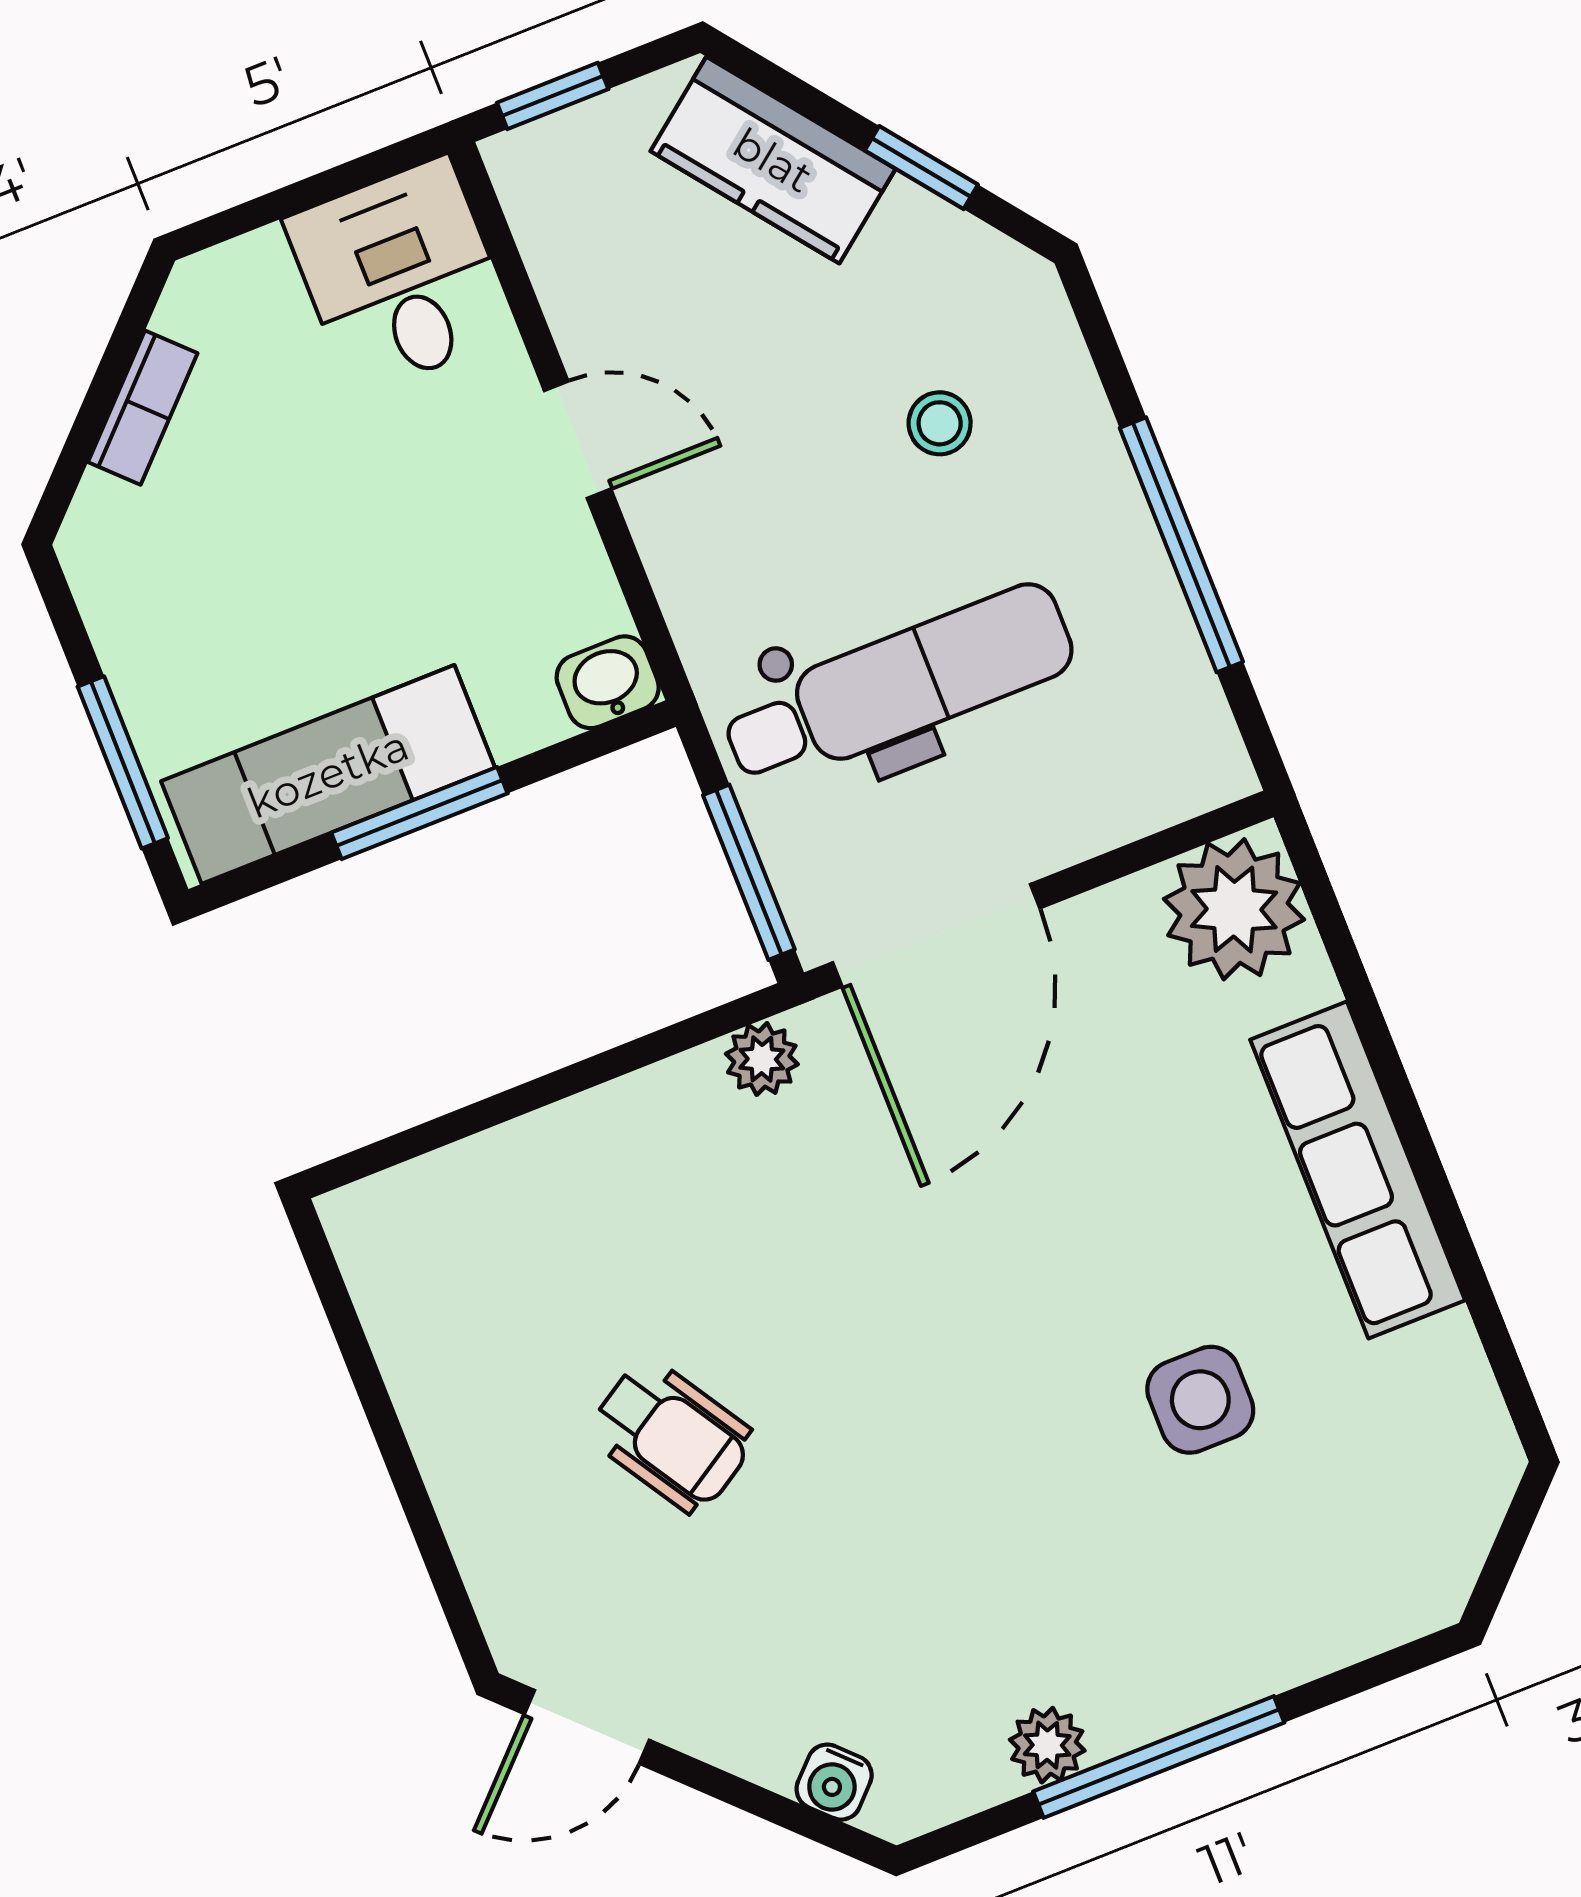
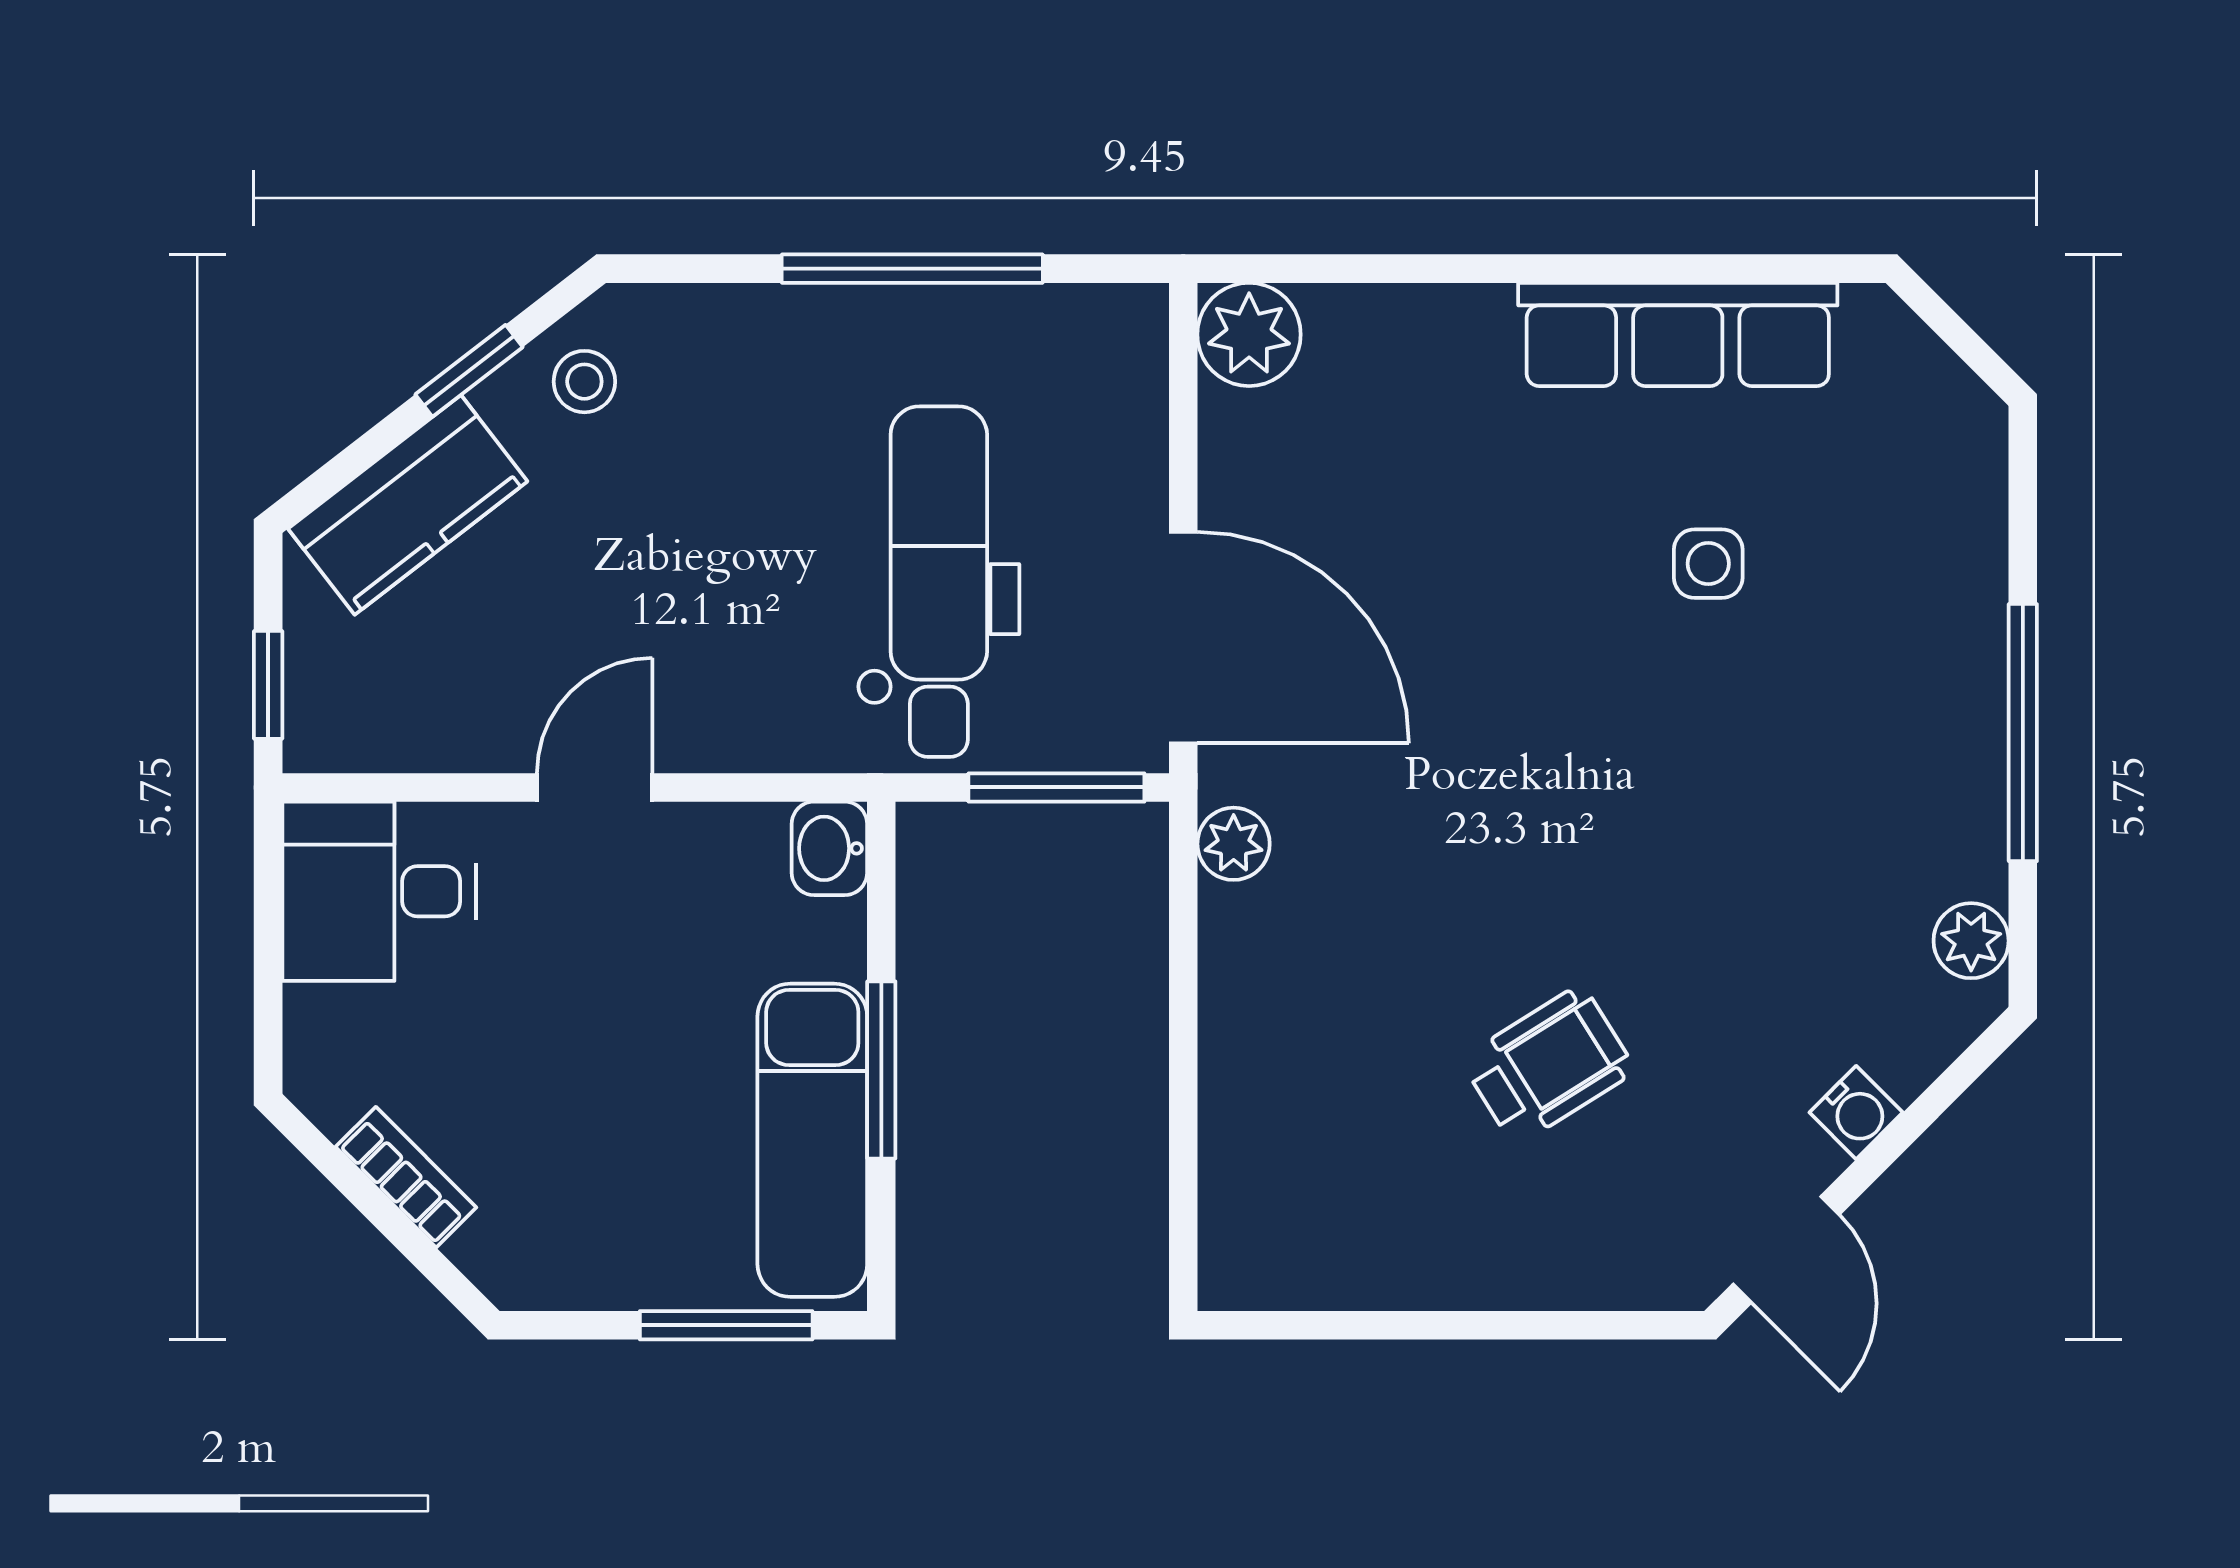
stool: (940, 423) -> (584, 382), moved
plant: (1234, 909) -> (1249, 334), width x0.73, depth x0.73
row of seats: (1358, 1170) -> (1678, 334), moved
side table: (1200, 1400) -> (1708, 564), width x0.73, depth x0.73
plant: (1047, 1745) -> (1971, 941), moved
water cooler: (834, 1782) -> (1856, 1112), moved

